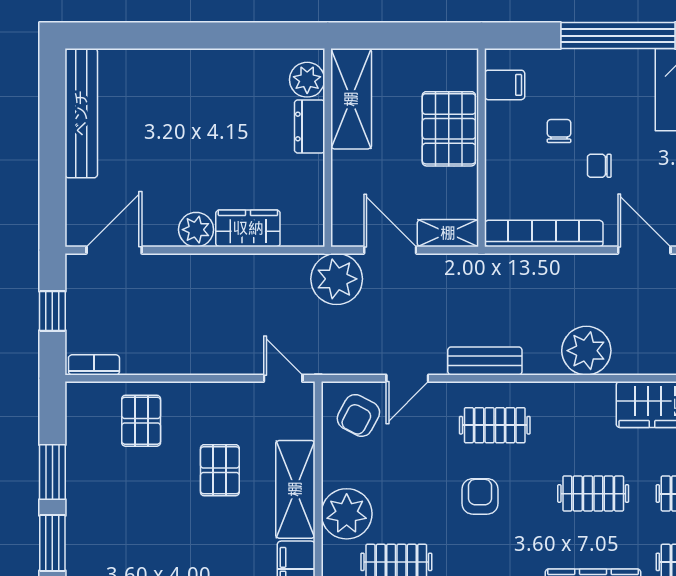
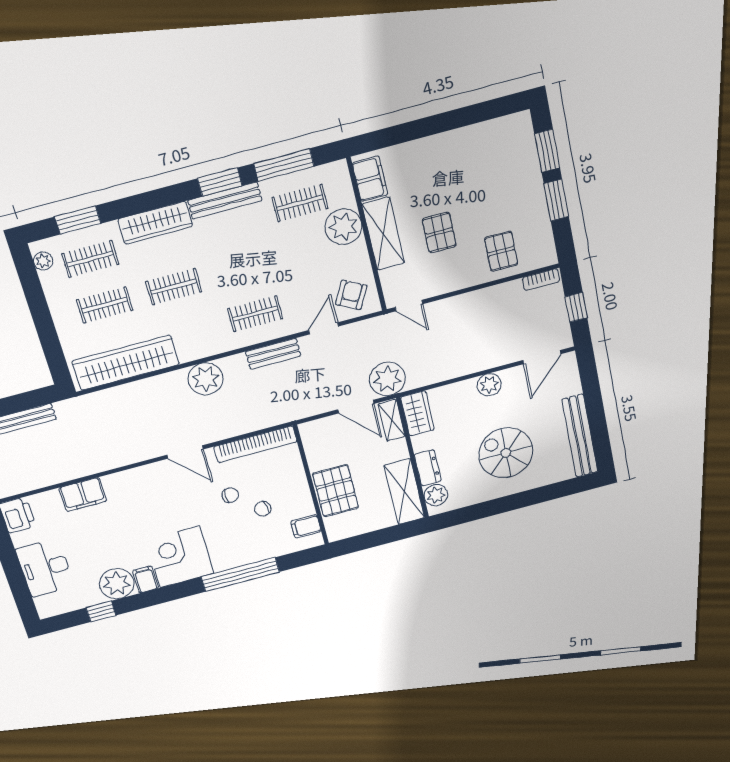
spiral stairs: (193, 117) -> (506, 453), added
chair: (559, 131) -> (263, 509), turned 77
wardrobe: (248, 228) -> (417, 413), moved, turned -90
shelving: (448, 233) -> (392, 420), moved, turned 90
armchair: (480, 496) -> (253, 264), removed

